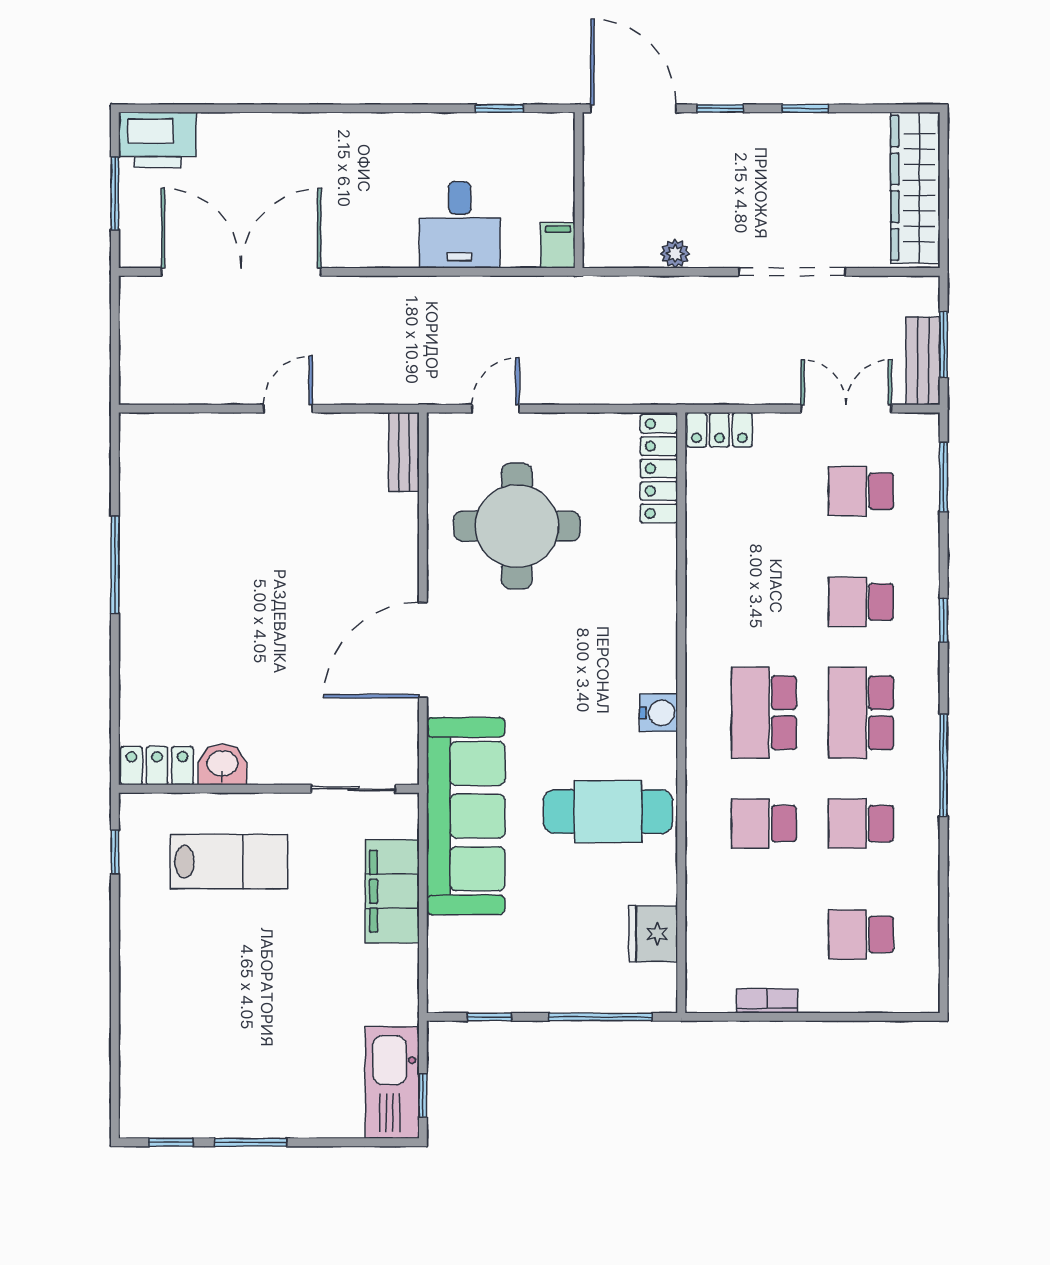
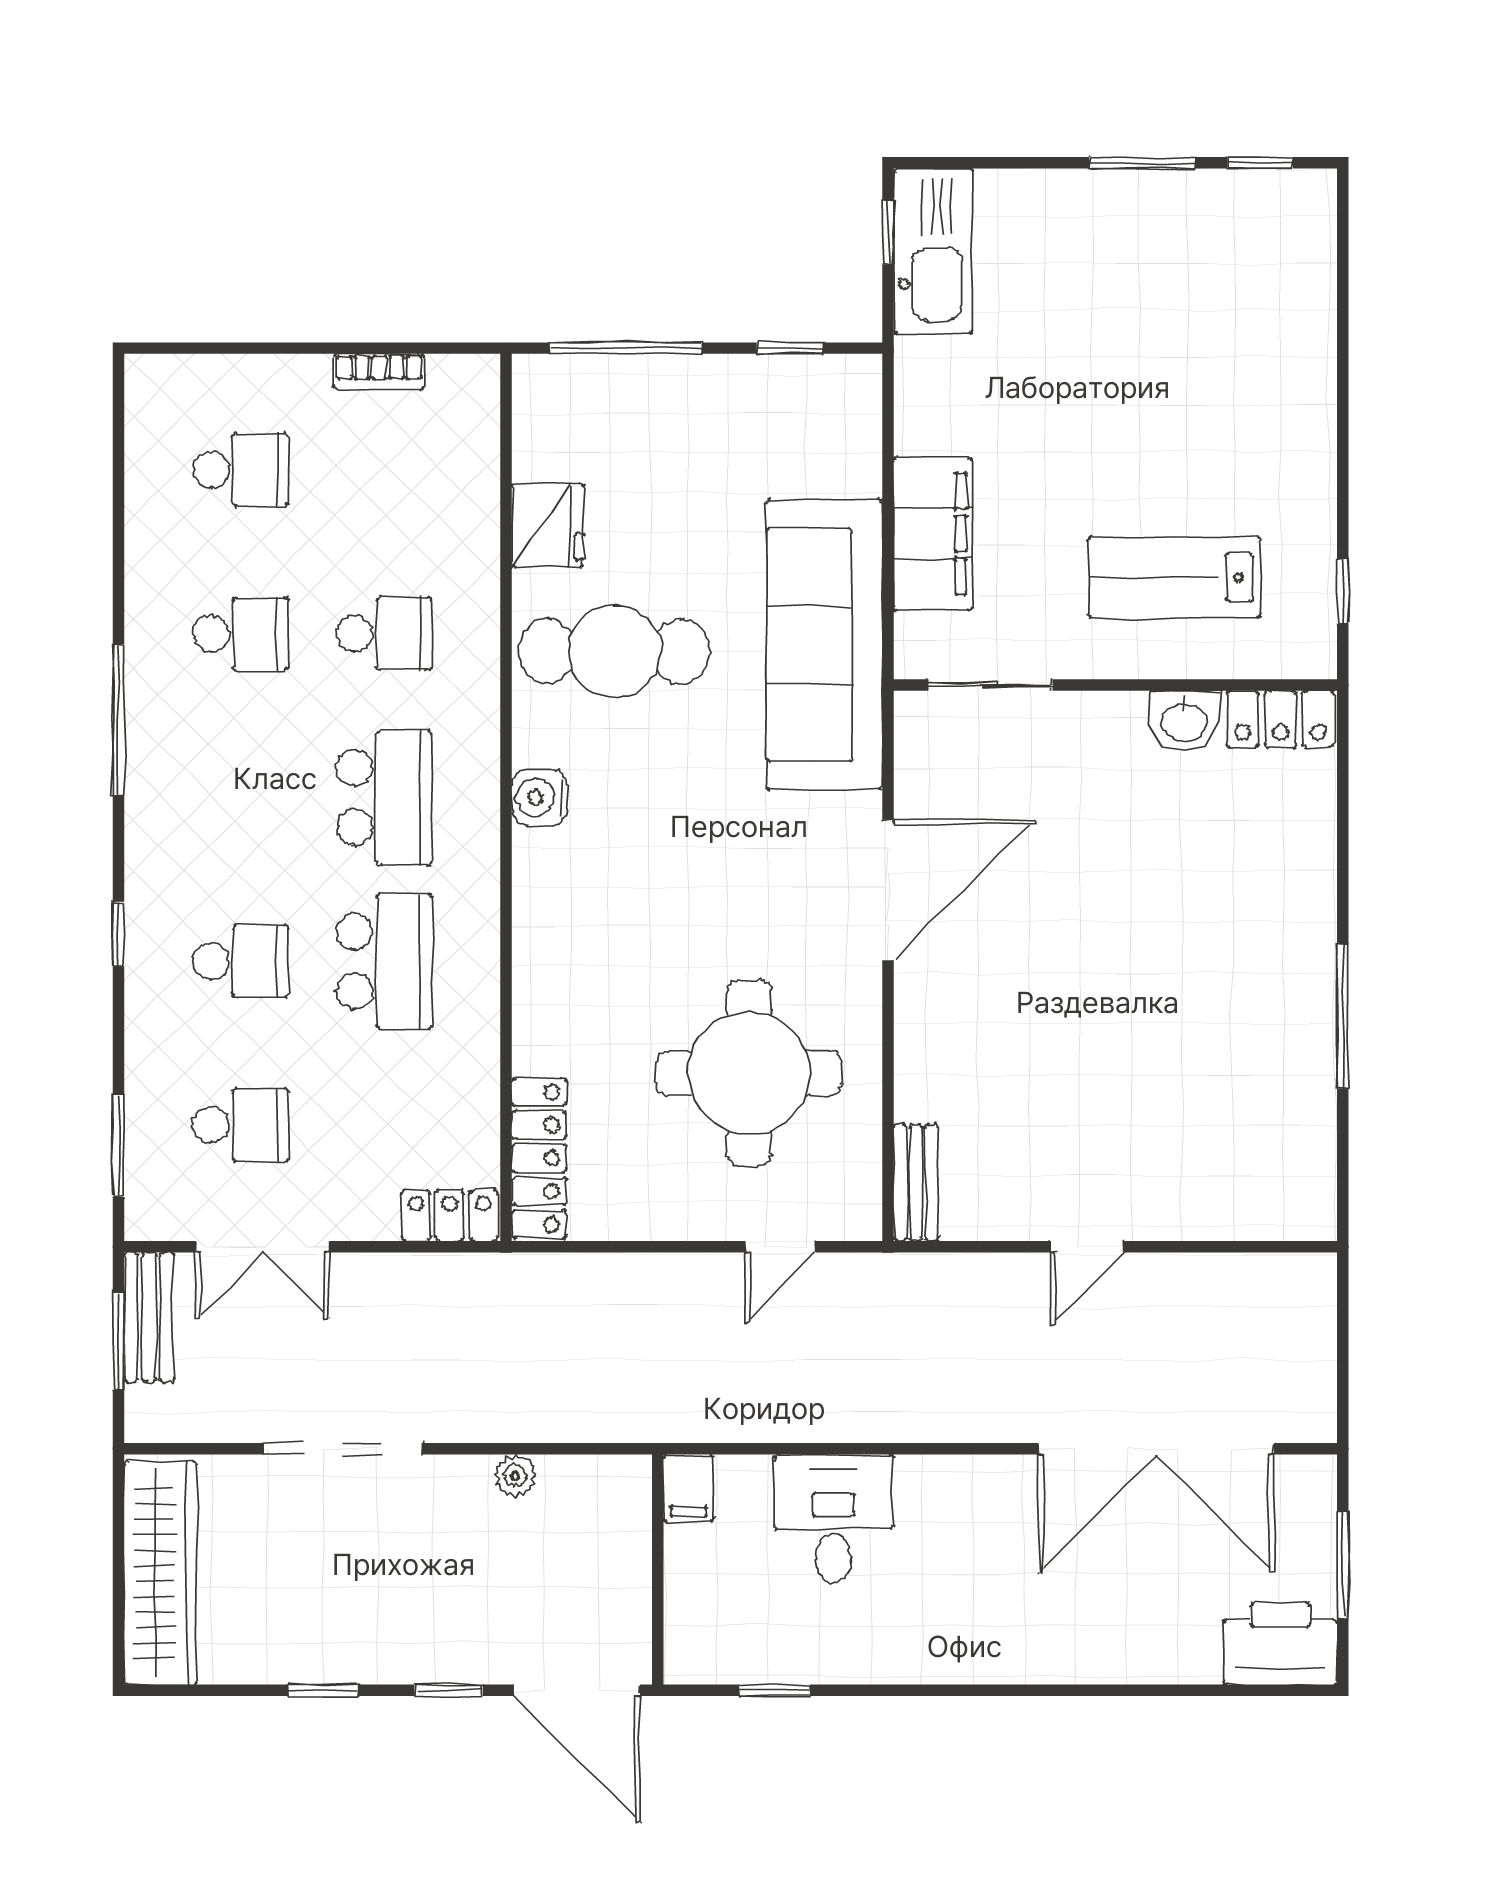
school desk: (861, 713) -> (384, 961), moved
fridge: (653, 934) -> (548, 525), moved

